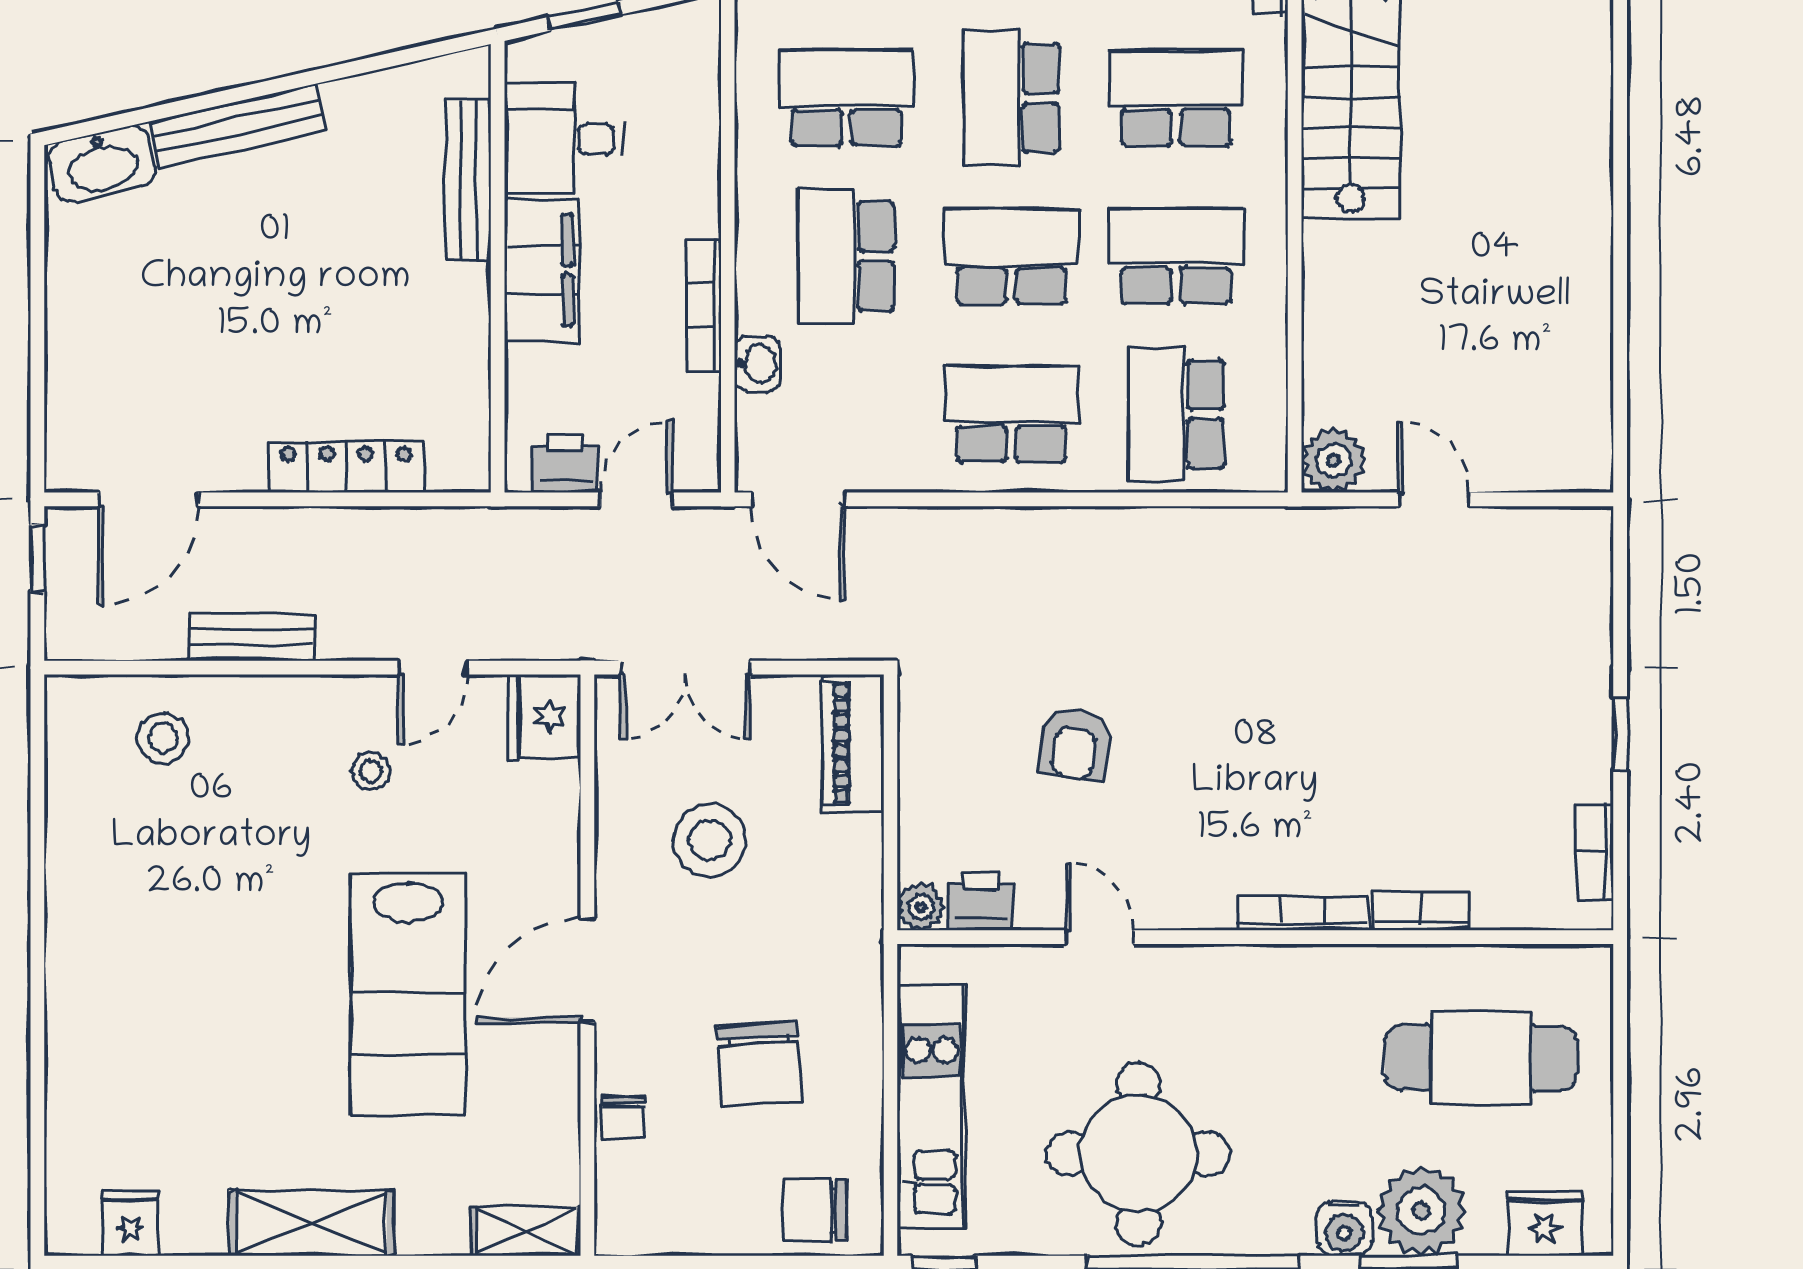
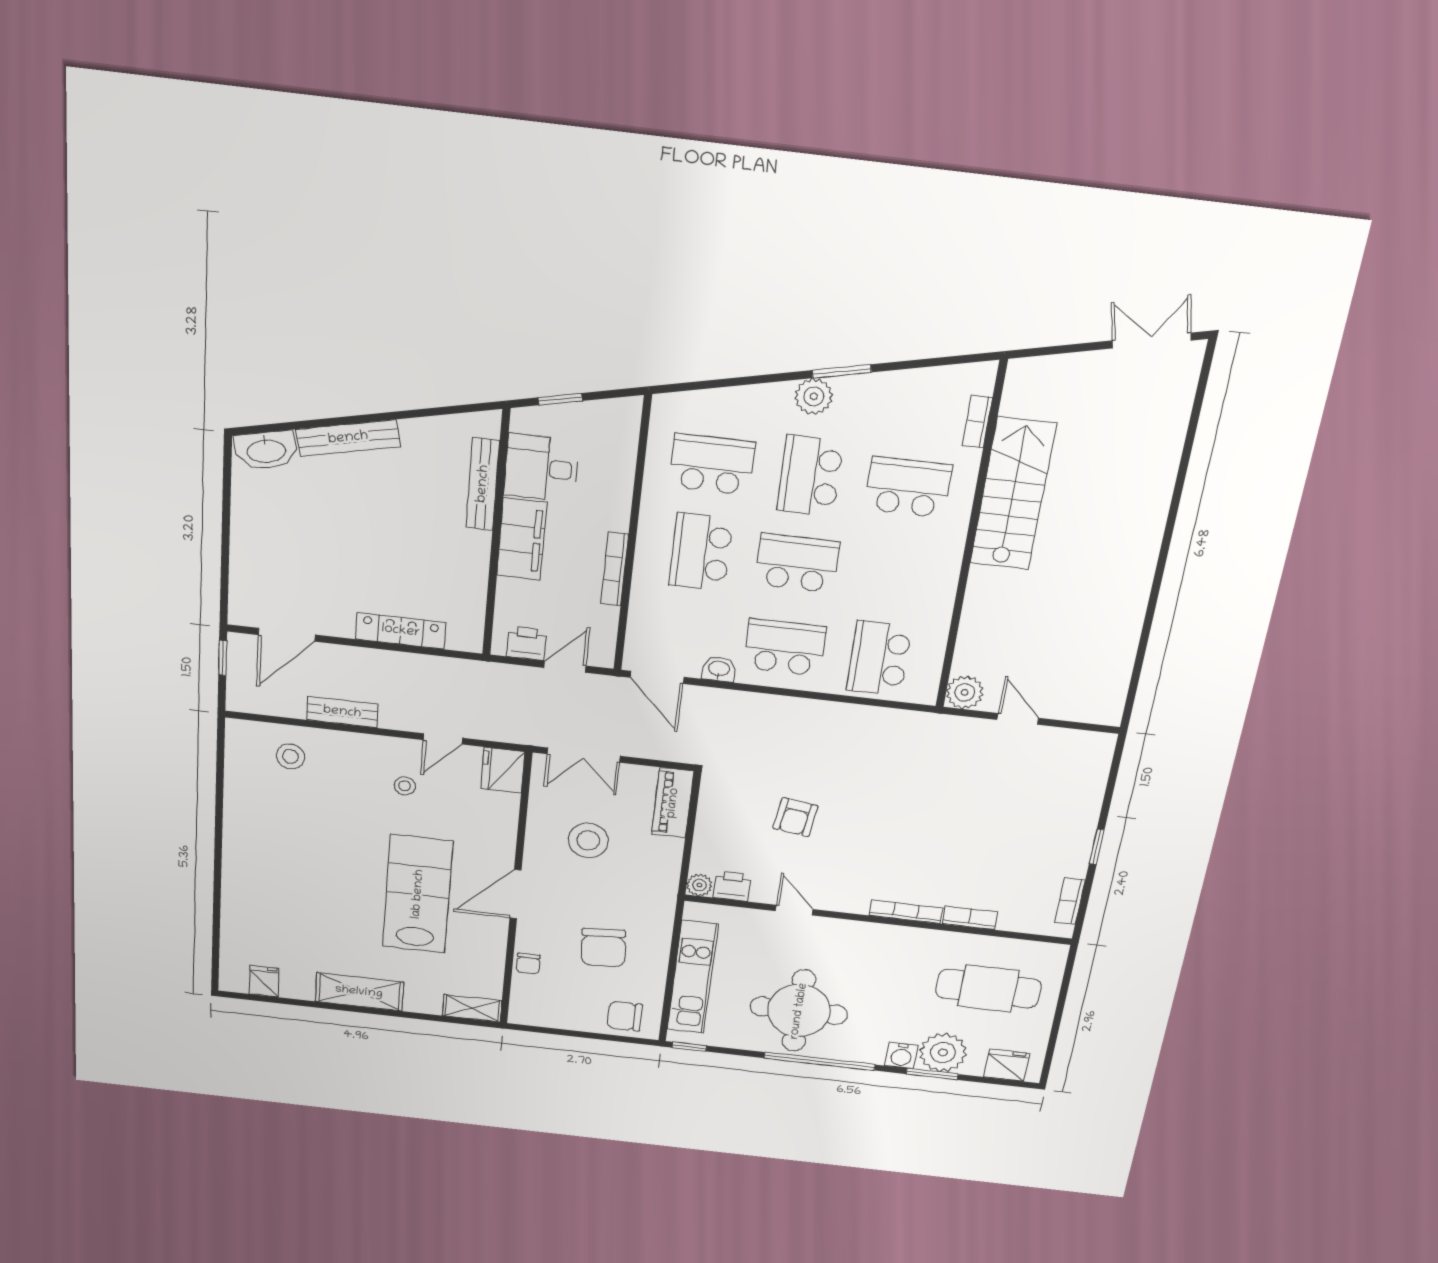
school desk: (1176, 256) -> (893, 574), removed
washbasin: (757, 364) -> (719, 669), moved, turned -90
lab bench: (408, 994) -> (418, 894), turned 180

